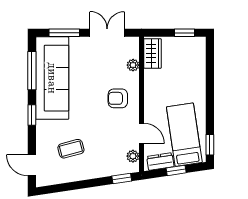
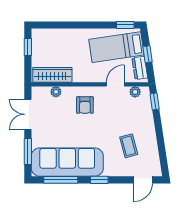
wardrobe: (153, 53) -> (52, 75), width x1.50

